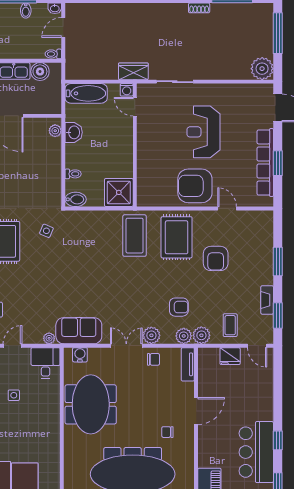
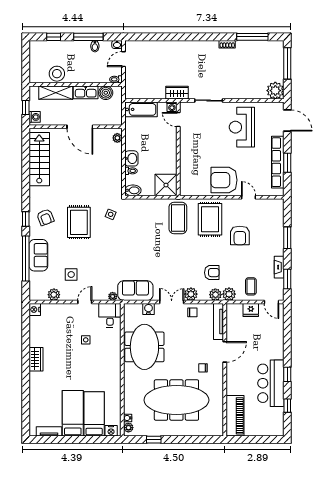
washbasin: (74, 132) -> (131, 158), moved
reception desk: (203, 132) -> (242, 127), moved
water cooler: (80, 355) -> (148, 309), moved
tv unit: (188, 364) -> (219, 322), width x1.41

